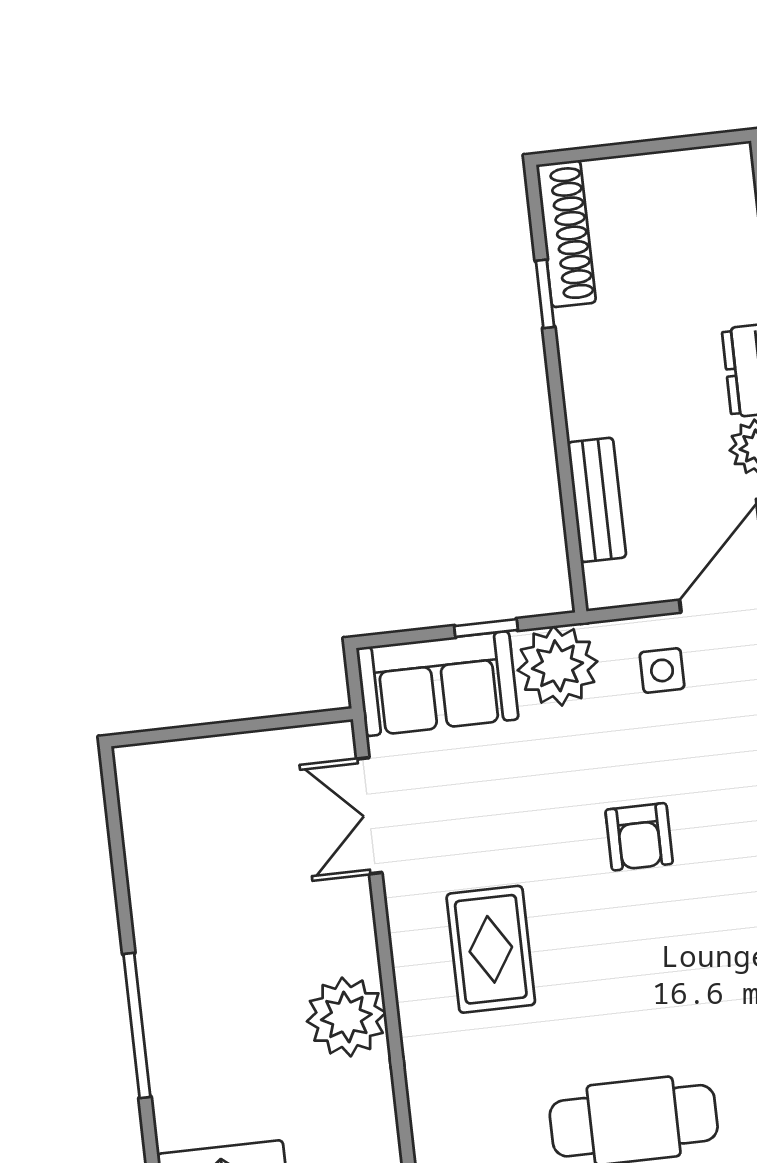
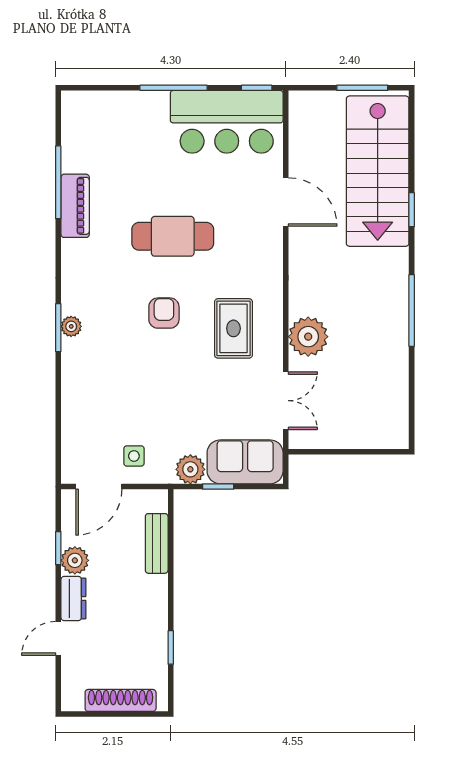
shoe rack: (566, 234) -> (121, 700), moved, turned 90
plant: (558, 666) -> (190, 469), width x0.73, depth x0.73
armchair: (639, 837) -> (164, 313), moved
plant: (346, 1017) -> (308, 337), moved

